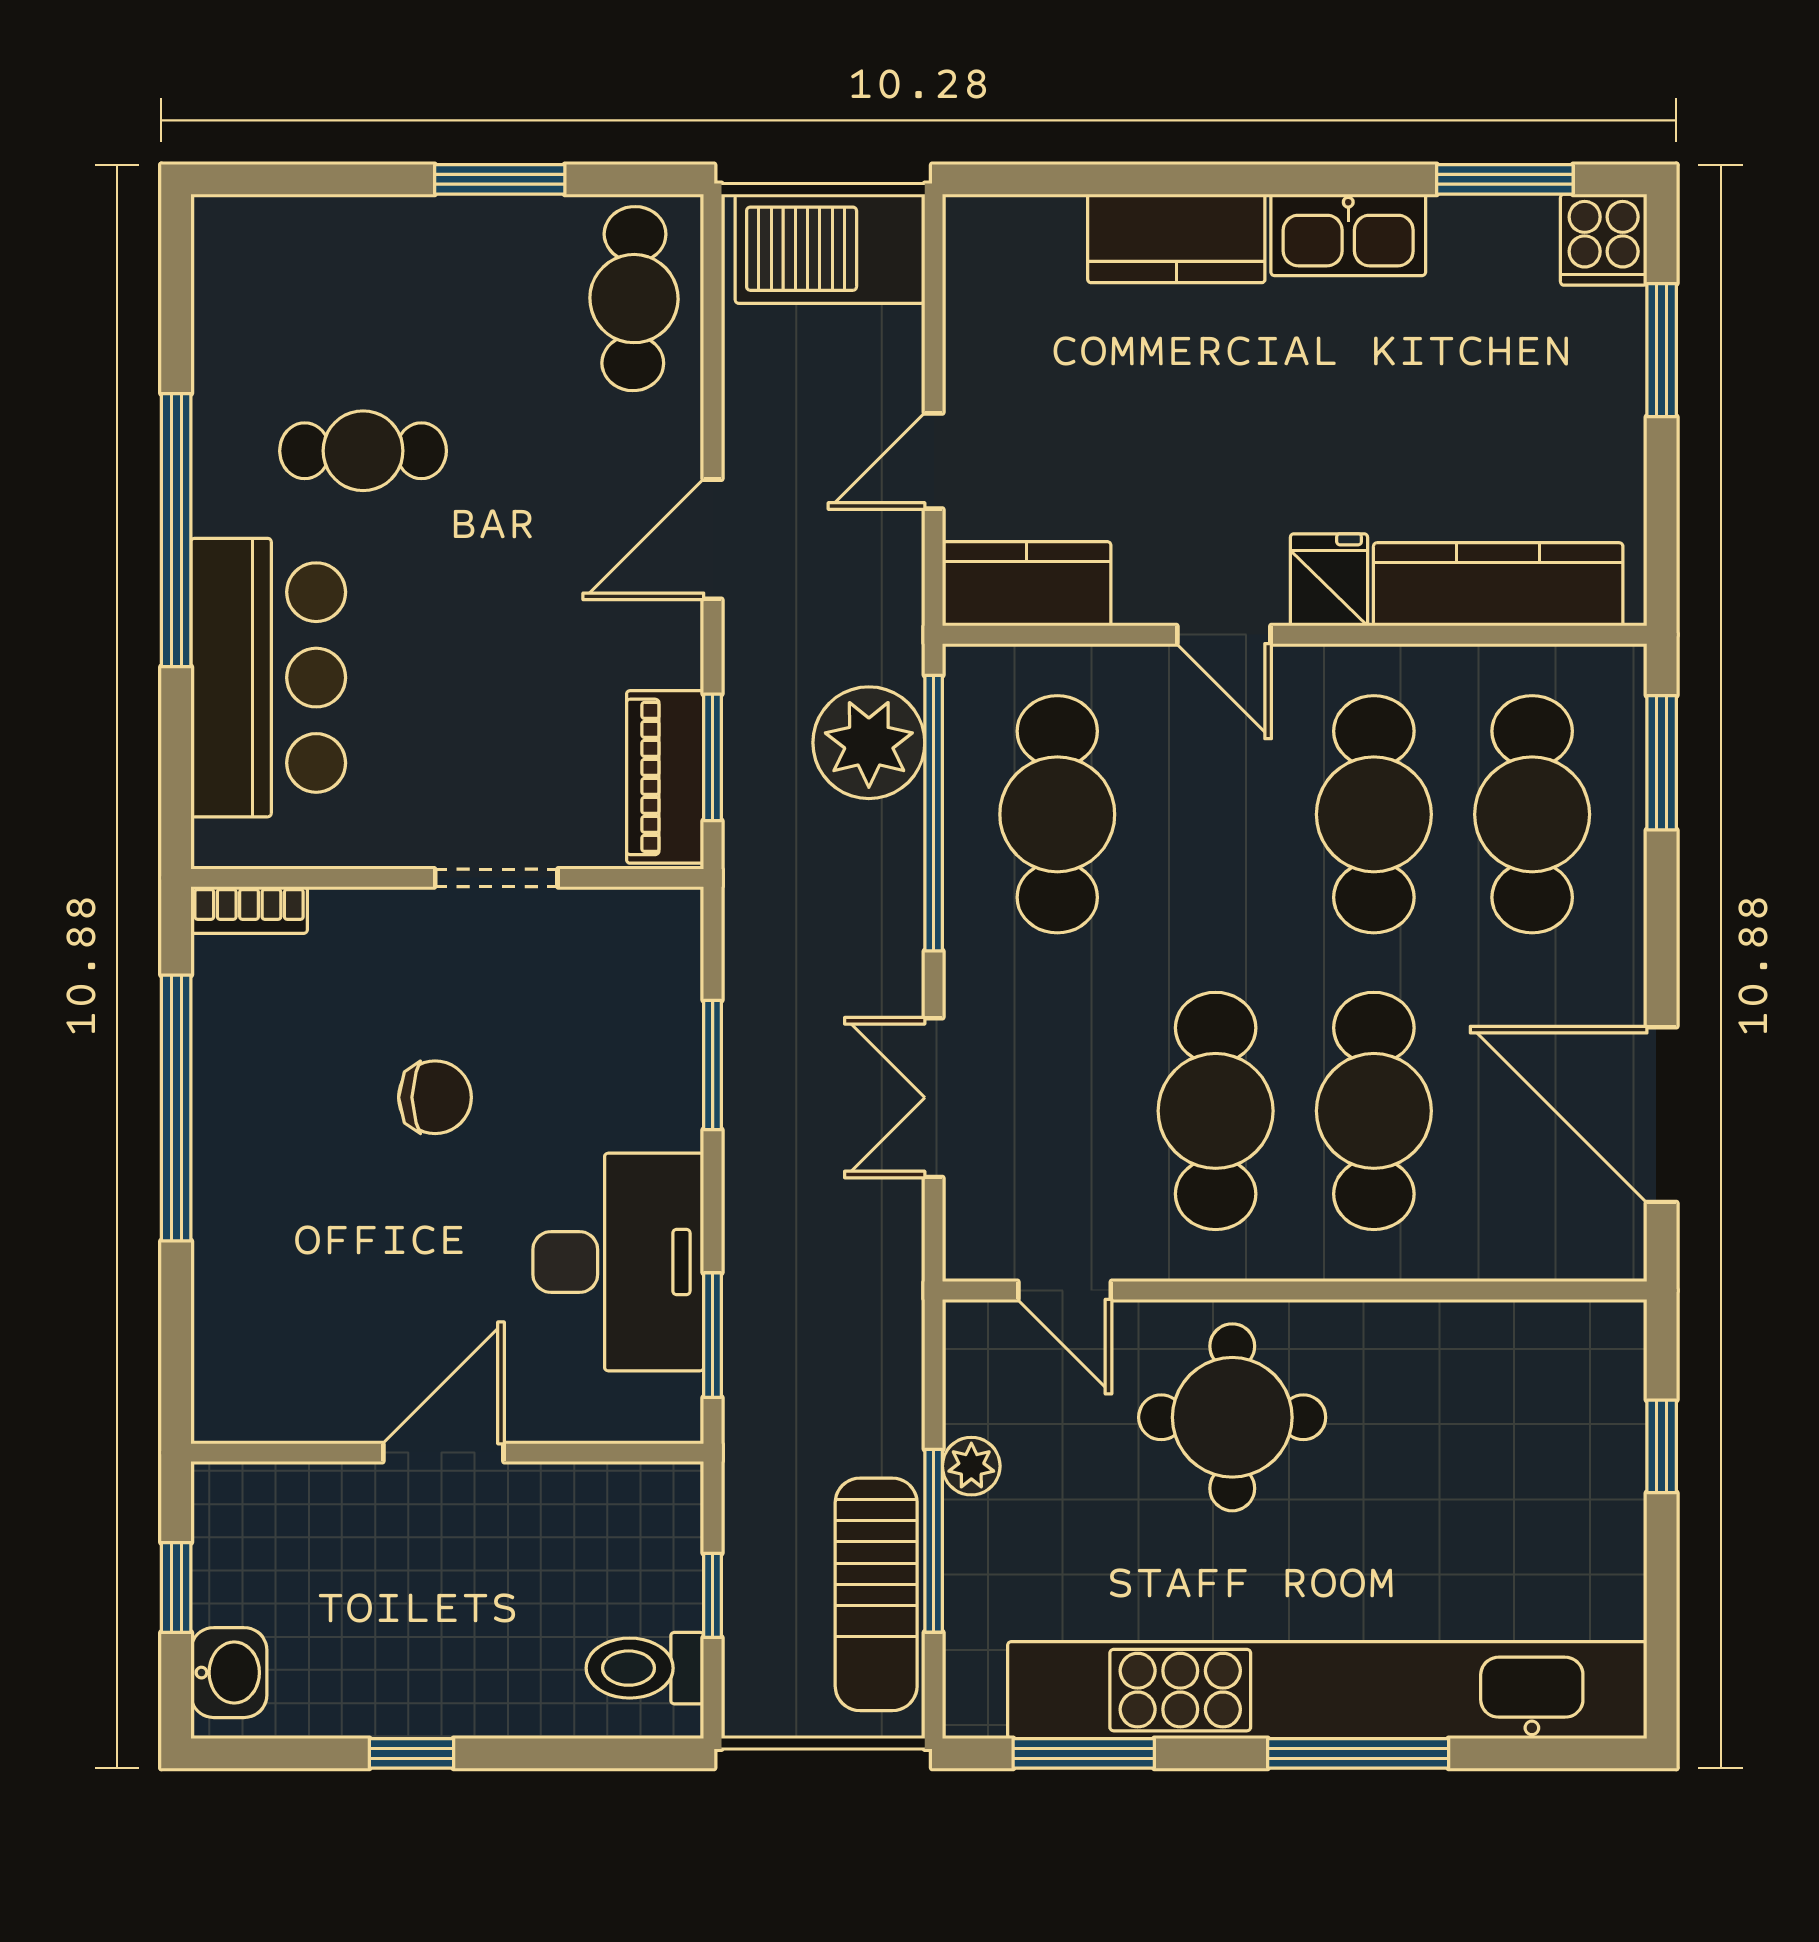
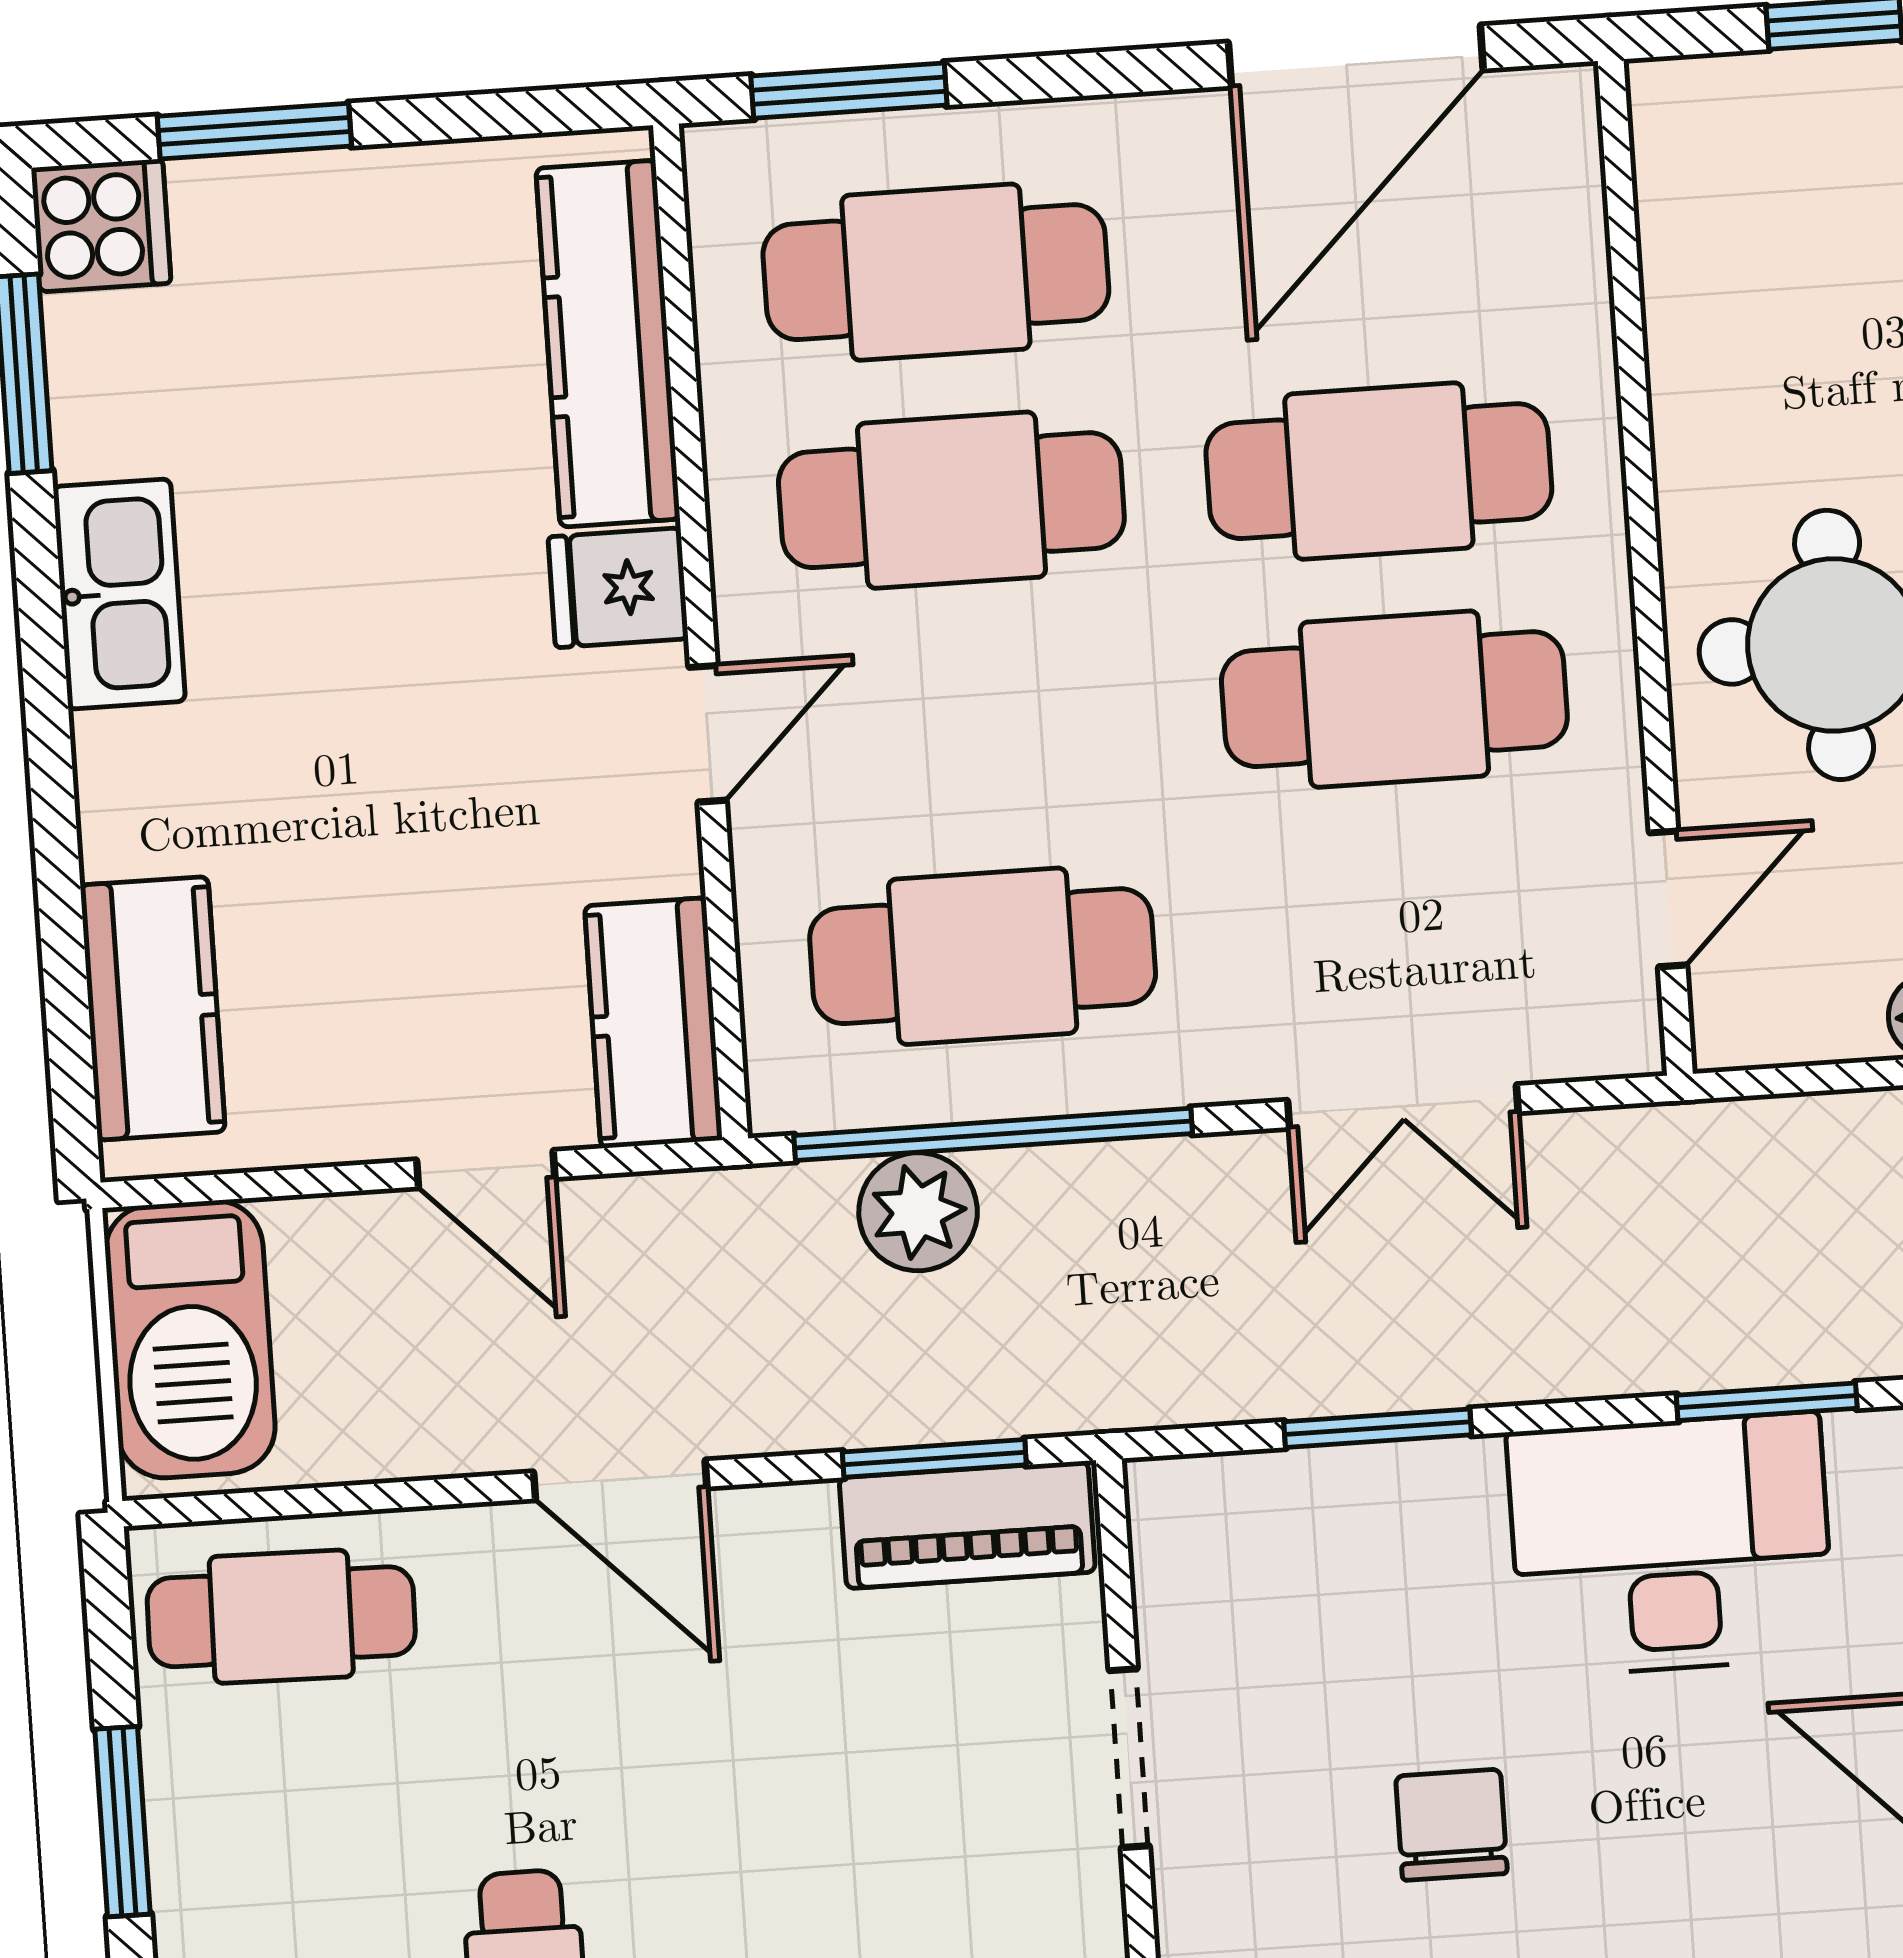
kitchen counter: (1176, 238) -> (153, 1008), moved
plant: (869, 743) -> (918, 1212), width x0.73, depth x0.73

